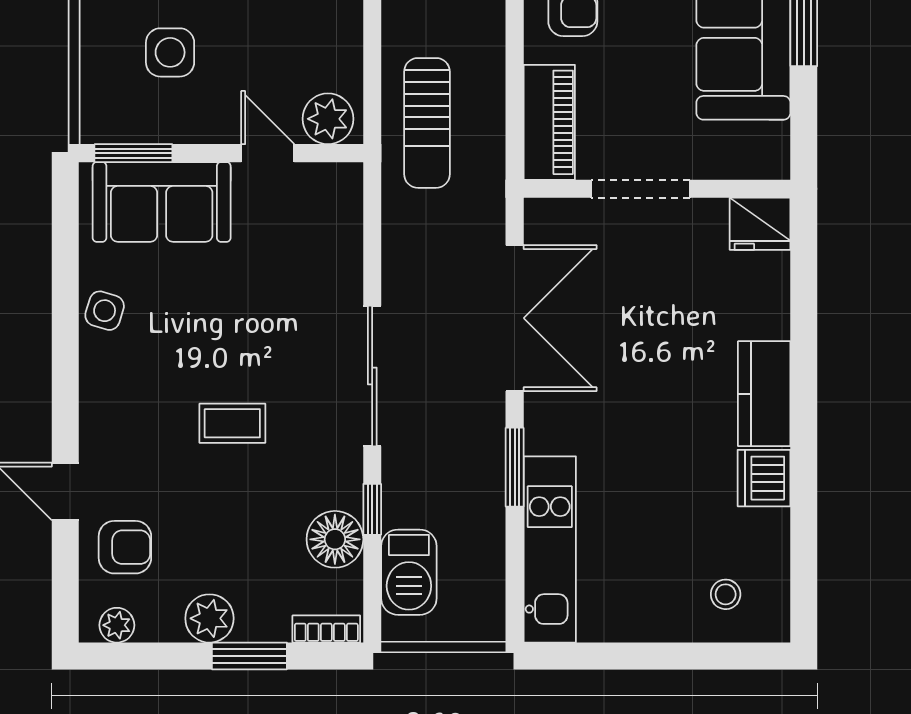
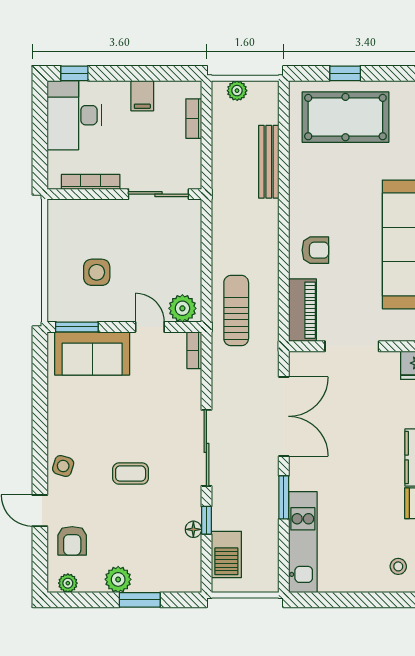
sun lounger: (427, 123) -> (236, 311), turned 180
side table: (105, 311) -> (63, 466), moved
floor lamp: (335, 539) -> (193, 529), width x0.53, depth x0.53
armchair: (125, 547) -> (72, 541), turned 90
bookcase: (326, 629) -> (194, 350), moved, turned -90

